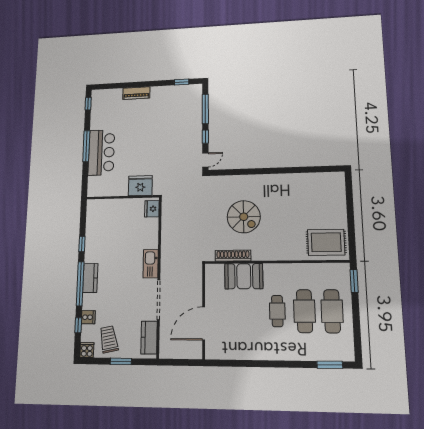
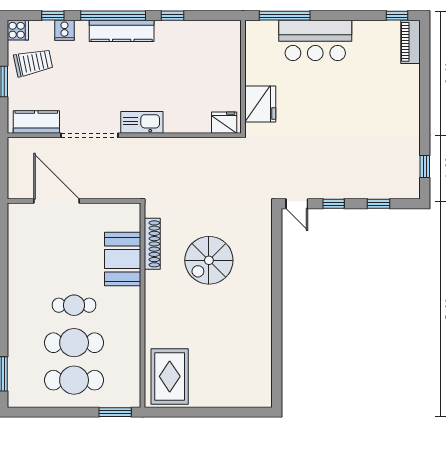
piano: (136, 93) -> (411, 42), moved
window: (205, 109) -> (378, 204), width x0.46
window: (86, 146) -> (285, 16), moved
kitchen counter: (90, 278) -> (122, 31), width x1.50

